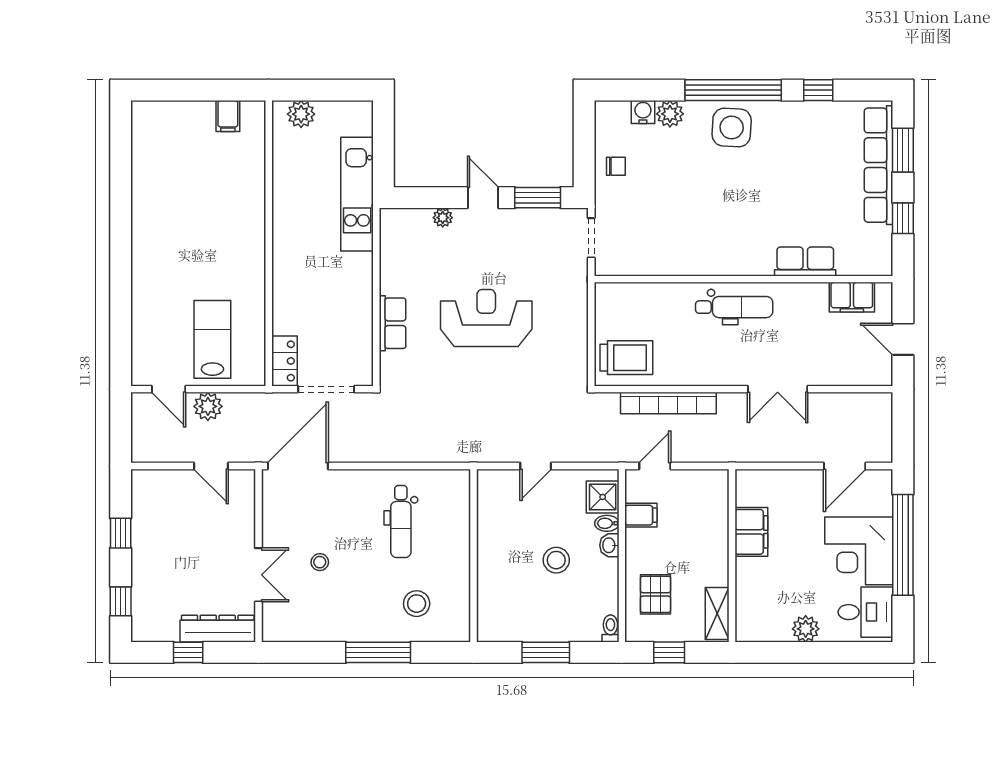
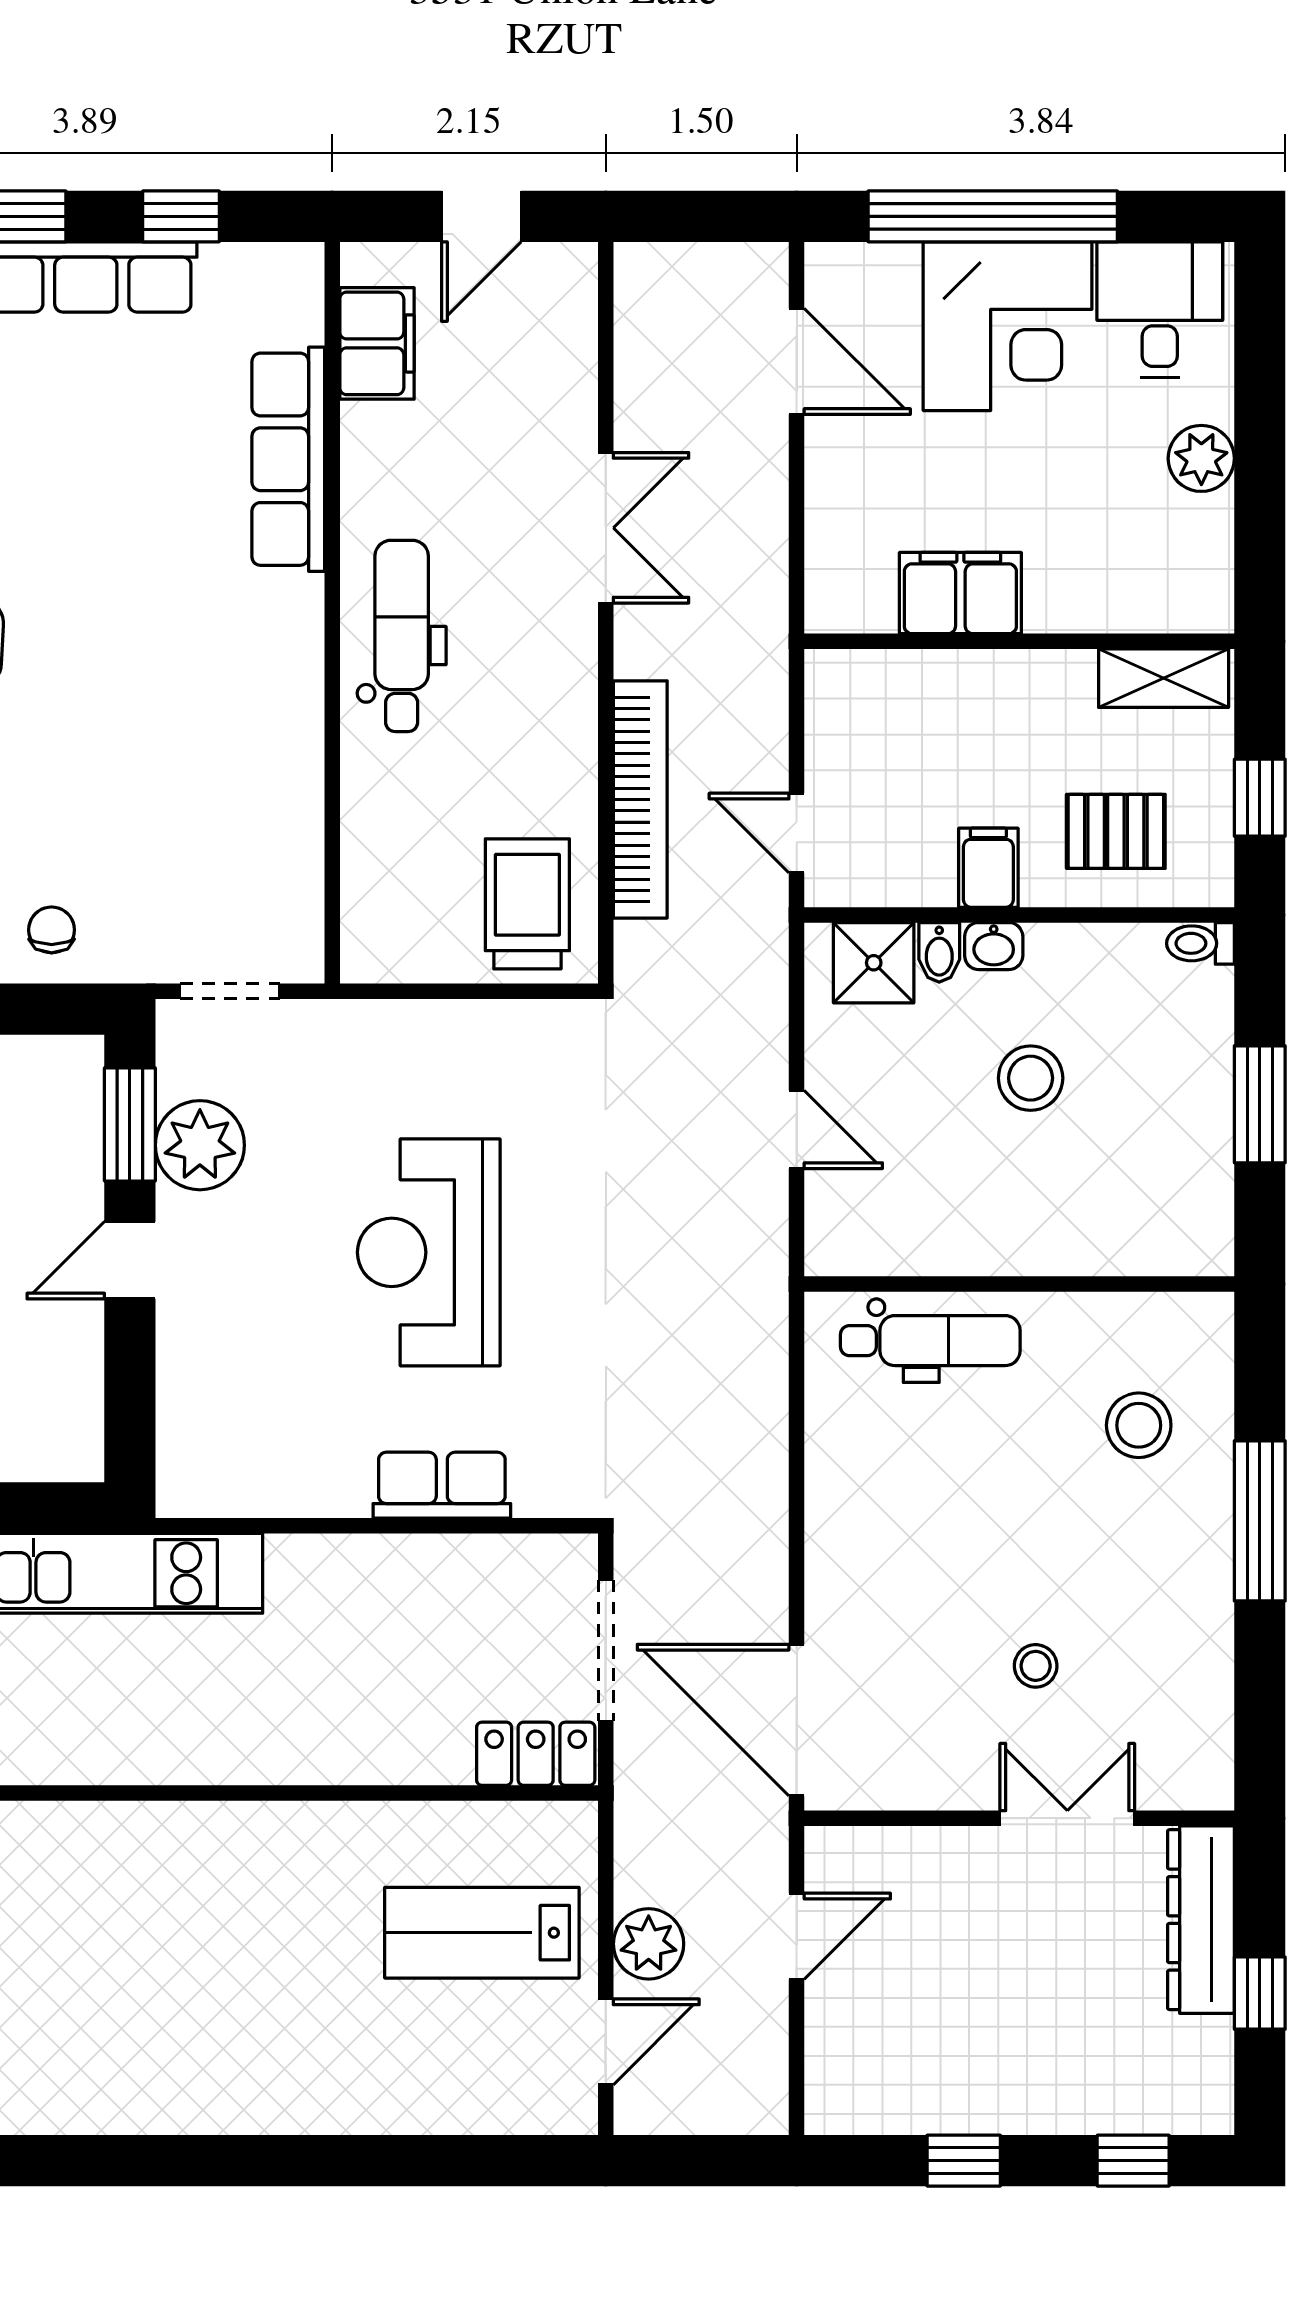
plant: (443, 218) -> (200, 1145), moved, width x1.87, depth x1.87
row of seats: (805, 261) -> (288, 459), width x1.48
filing cabinet: (641, 515) -> (988, 868), moved
dental chair: (401, 521) -> (930, 1341), moved

